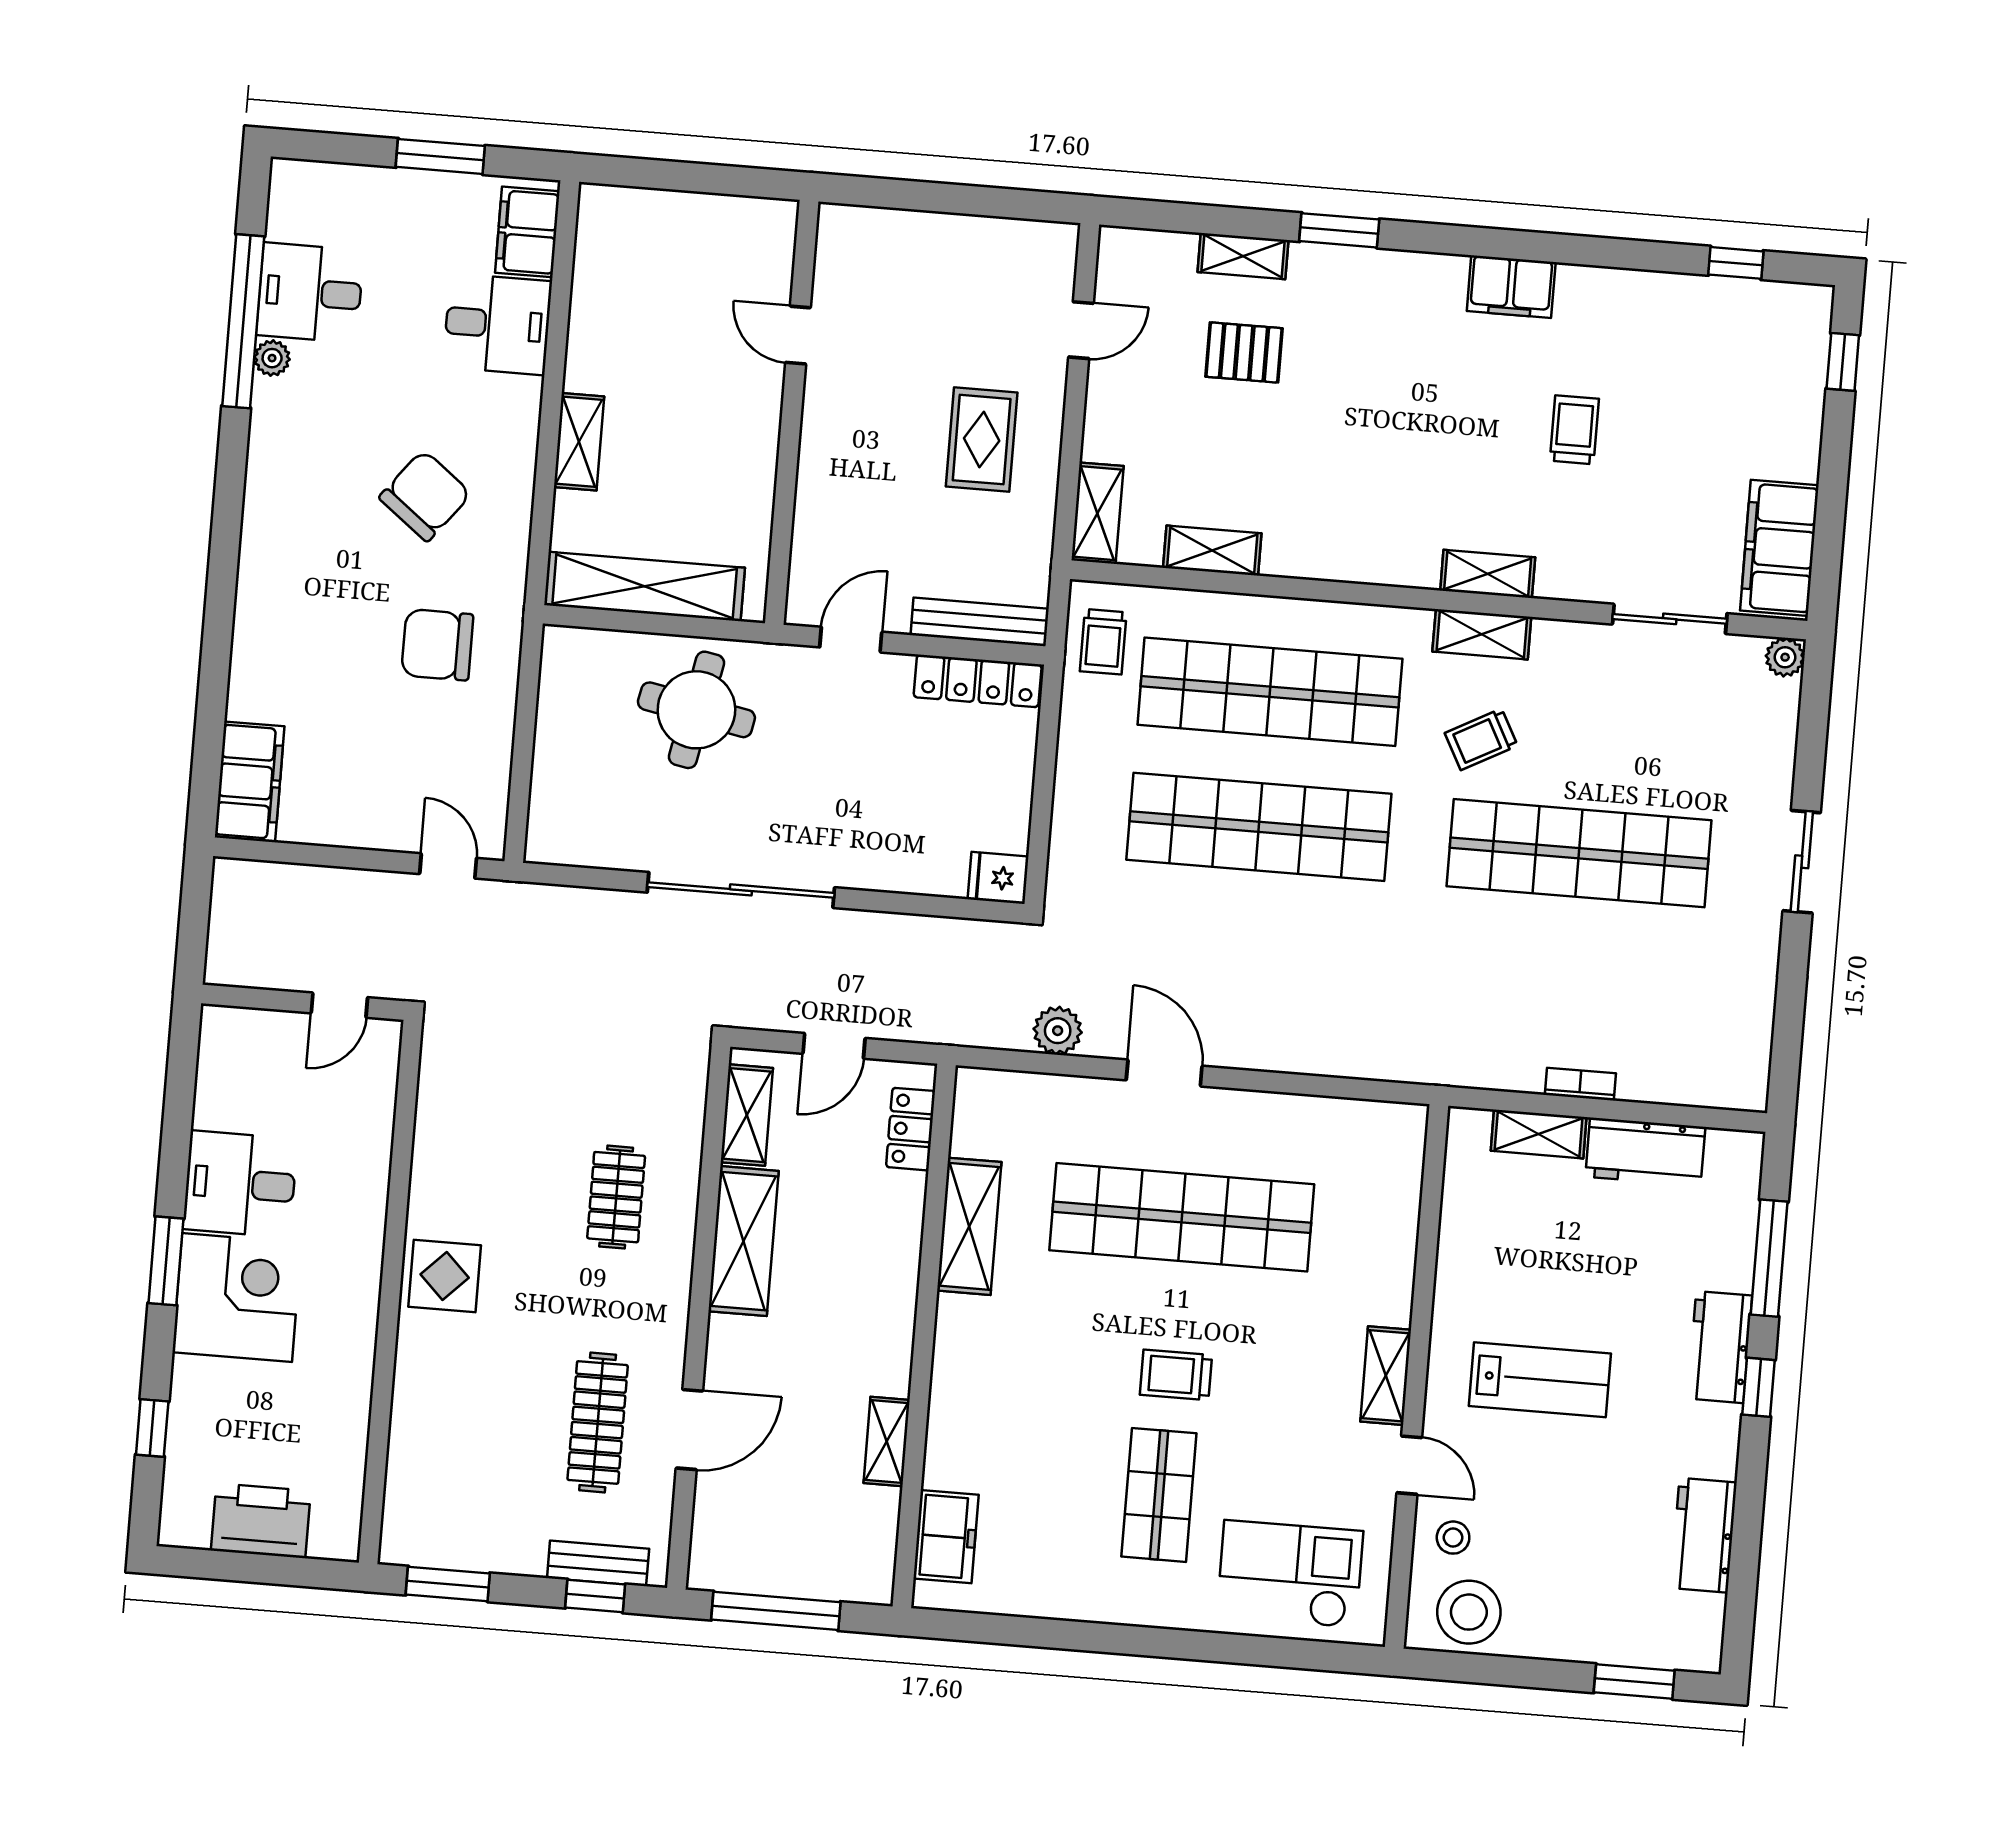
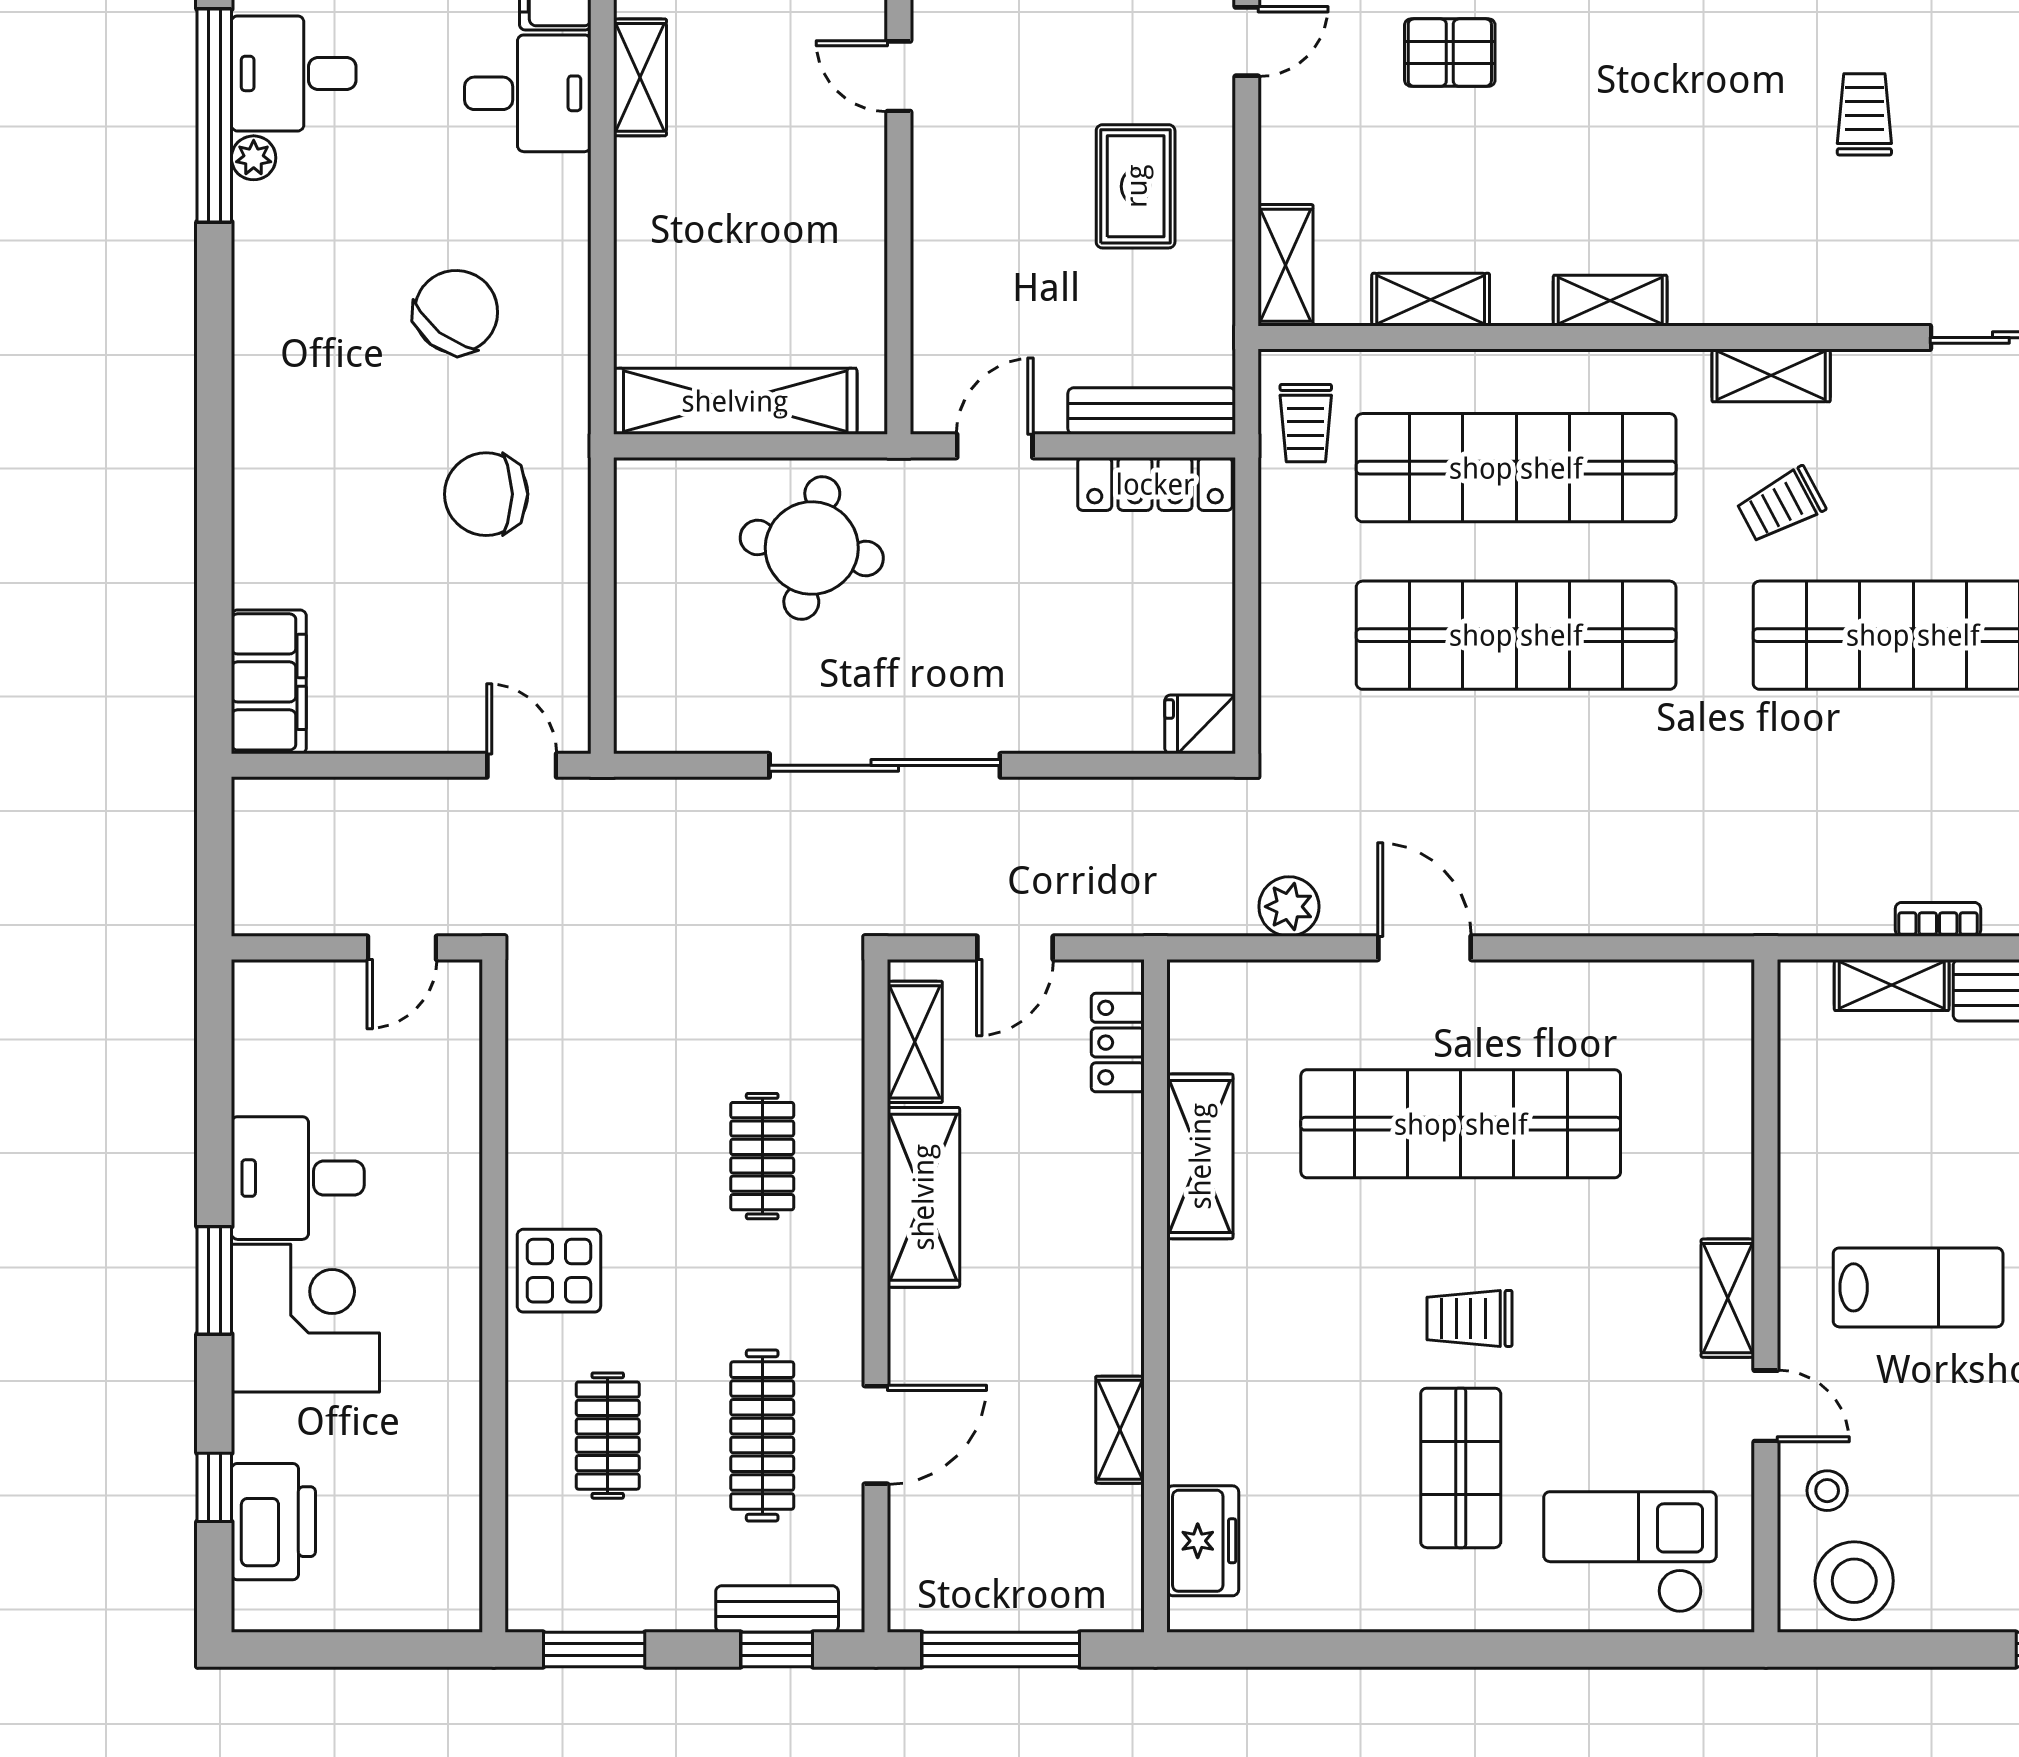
shelving: (579, 442) -> (640, 77), moved
shelving: (1488, 574) -> (1610, 301), moved
clothes rail: (473, 1412) -> (608, 1436), added
printer: (261, 1521) -> (273, 1522), moved, turned 90

